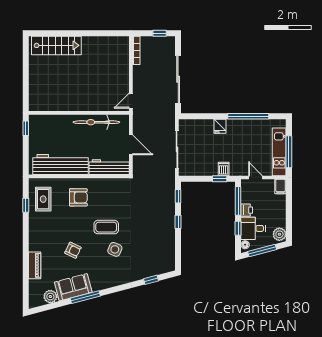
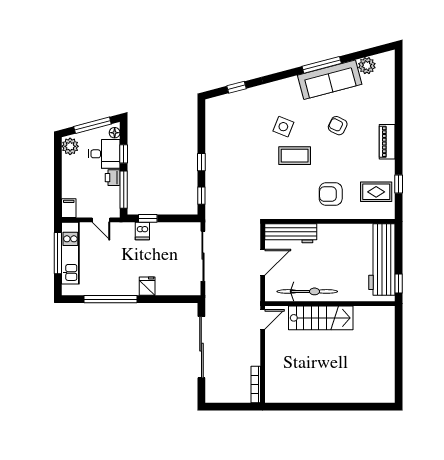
window: (160, 33) -> (225, 407), removed
stairs: (56, 45) -> (321, 318), moved, turned 180
door: (131, 145) -> (263, 262), swing flipped
workbench: (61, 165) -> (382, 259), moved, turned 90
rug: (43, 199) -> (376, 192), turned 90
piano: (35, 265) -> (387, 142), moved
sofa: (73, 287) -> (330, 80), width x1.36

